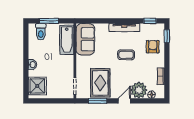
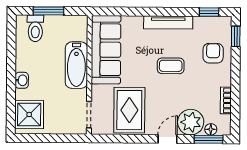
sofa: (85, 39) -> (106, 50), width x1.36
bathtub: (67, 40) -> (76, 65), moved
window: (98, 101) -> (209, 139), moved

